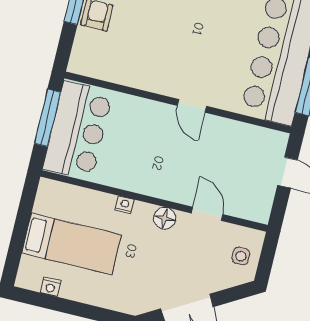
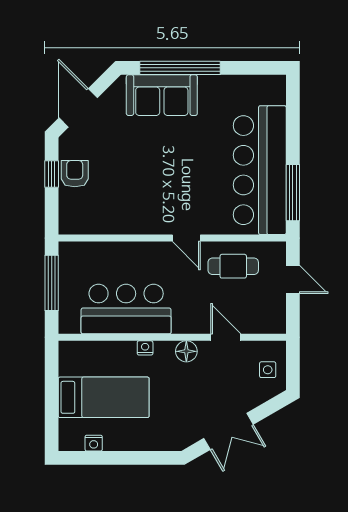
bar counter: (78, 131) -> (126, 309), moved, turned -90
cafe table: (232, 145) -> (233, 266), added

